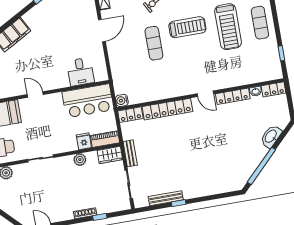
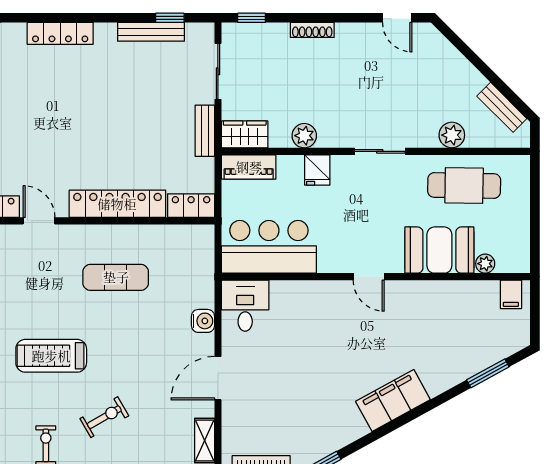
exercise mat: (154, 43) -> (116, 277), moved, turned 90
desk: (80, 72) -> (245, 306), moved
water cooler: (122, 100) -> (203, 321), moved
fridge: (84, 141) -> (317, 170), moved
locker: (211, 189) -> (60, 33), added
window: (179, 203) -> (170, 18), moved
window: (100, 217) -> (252, 18), moved

